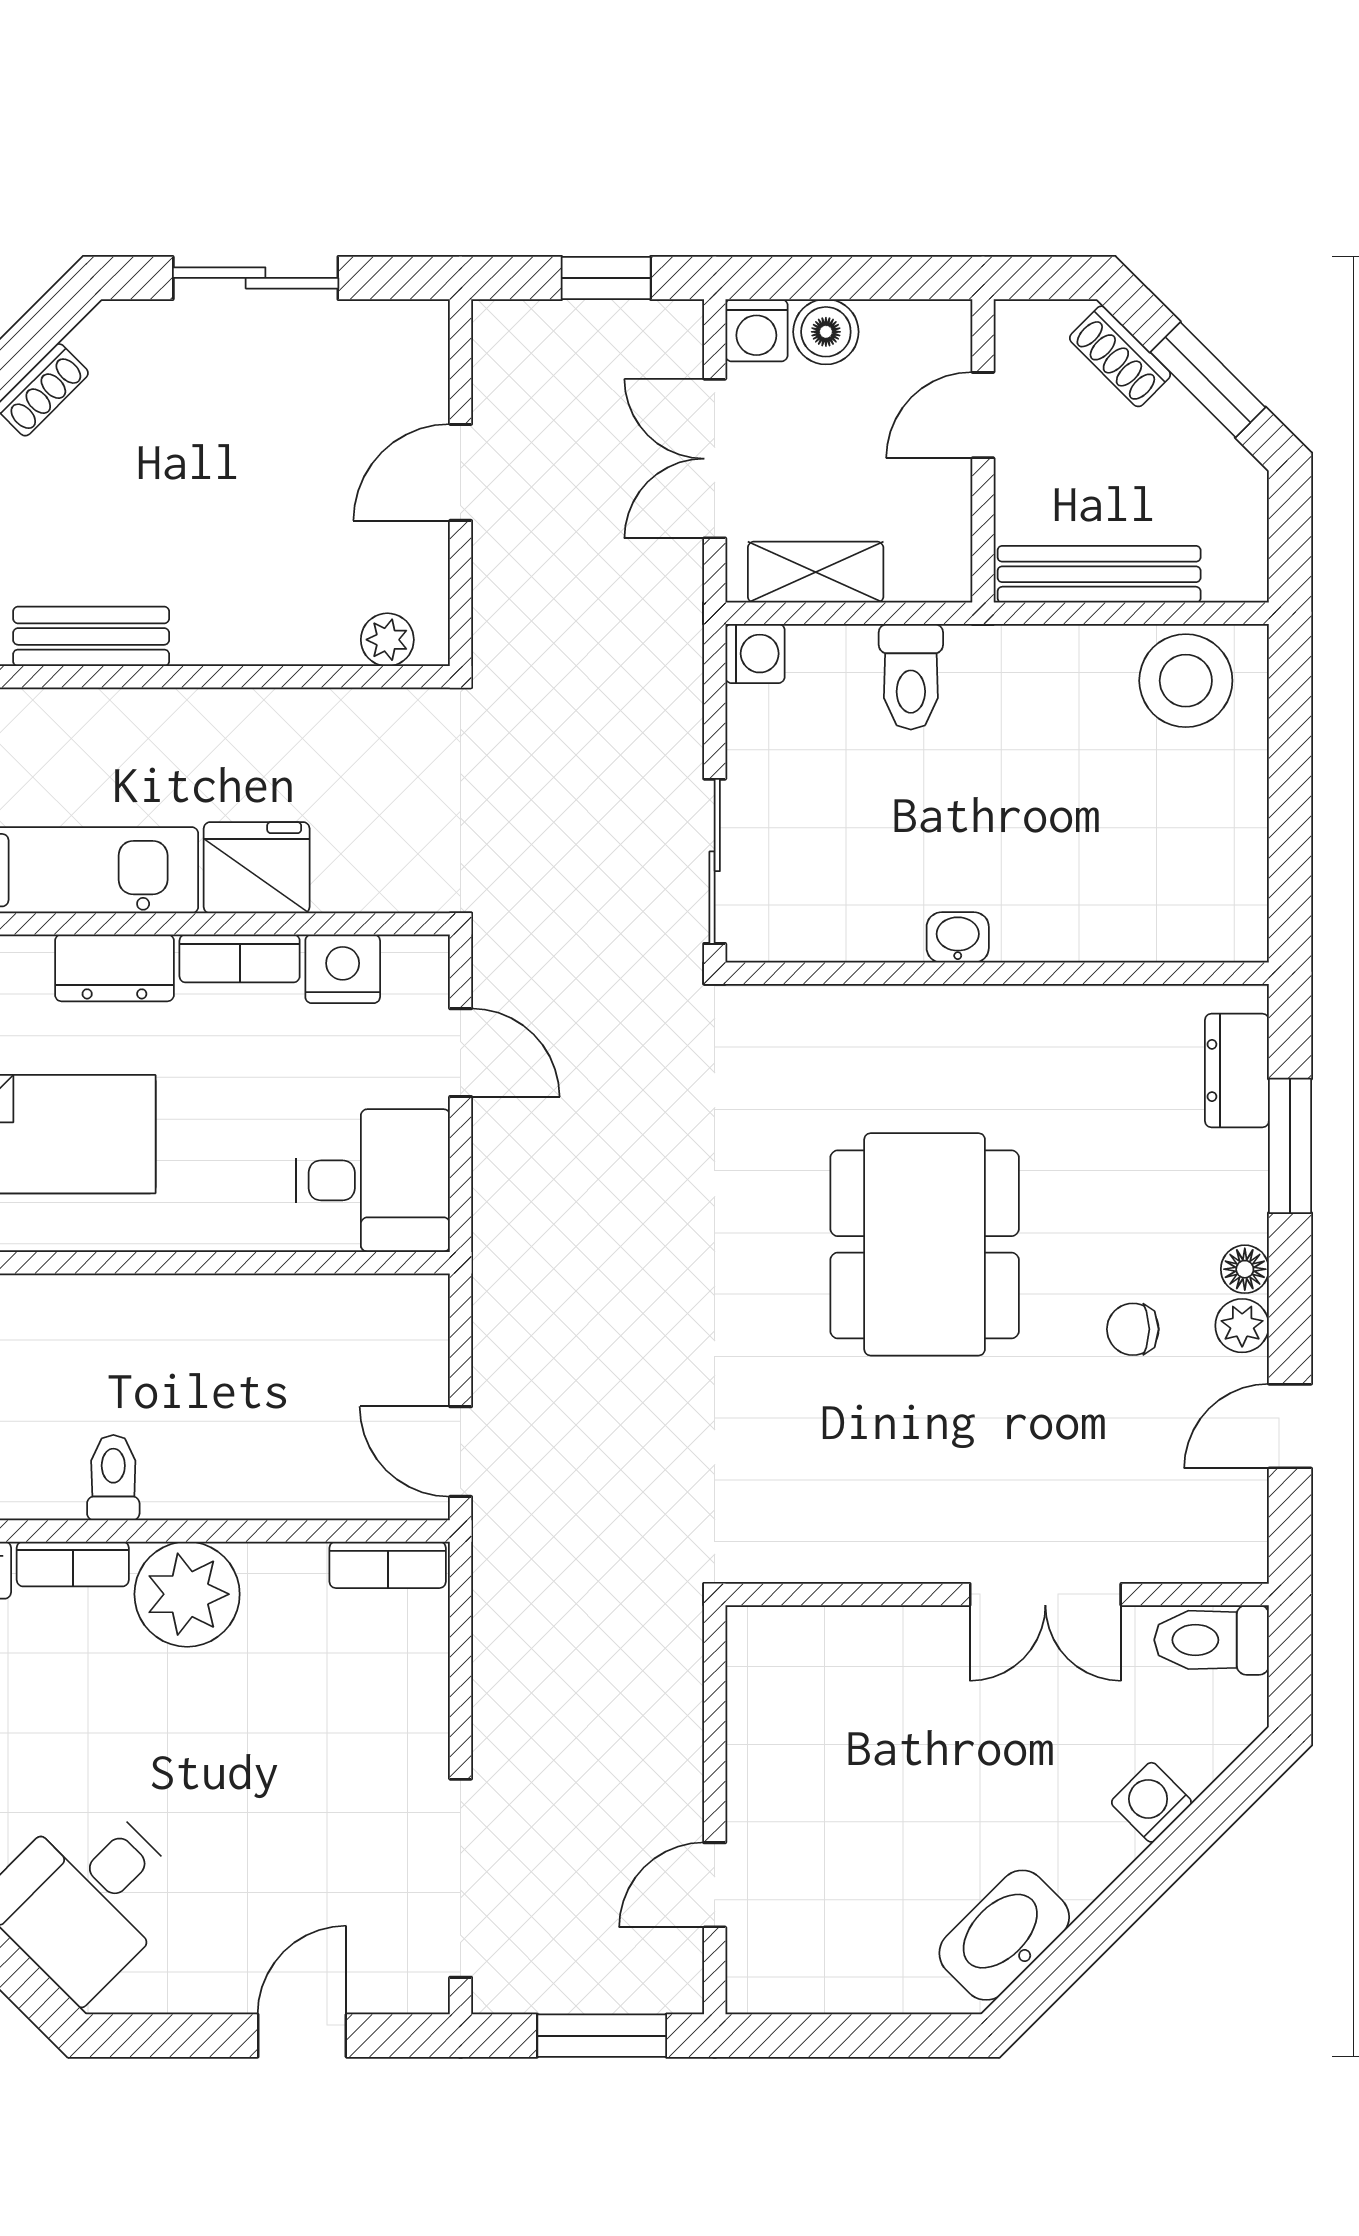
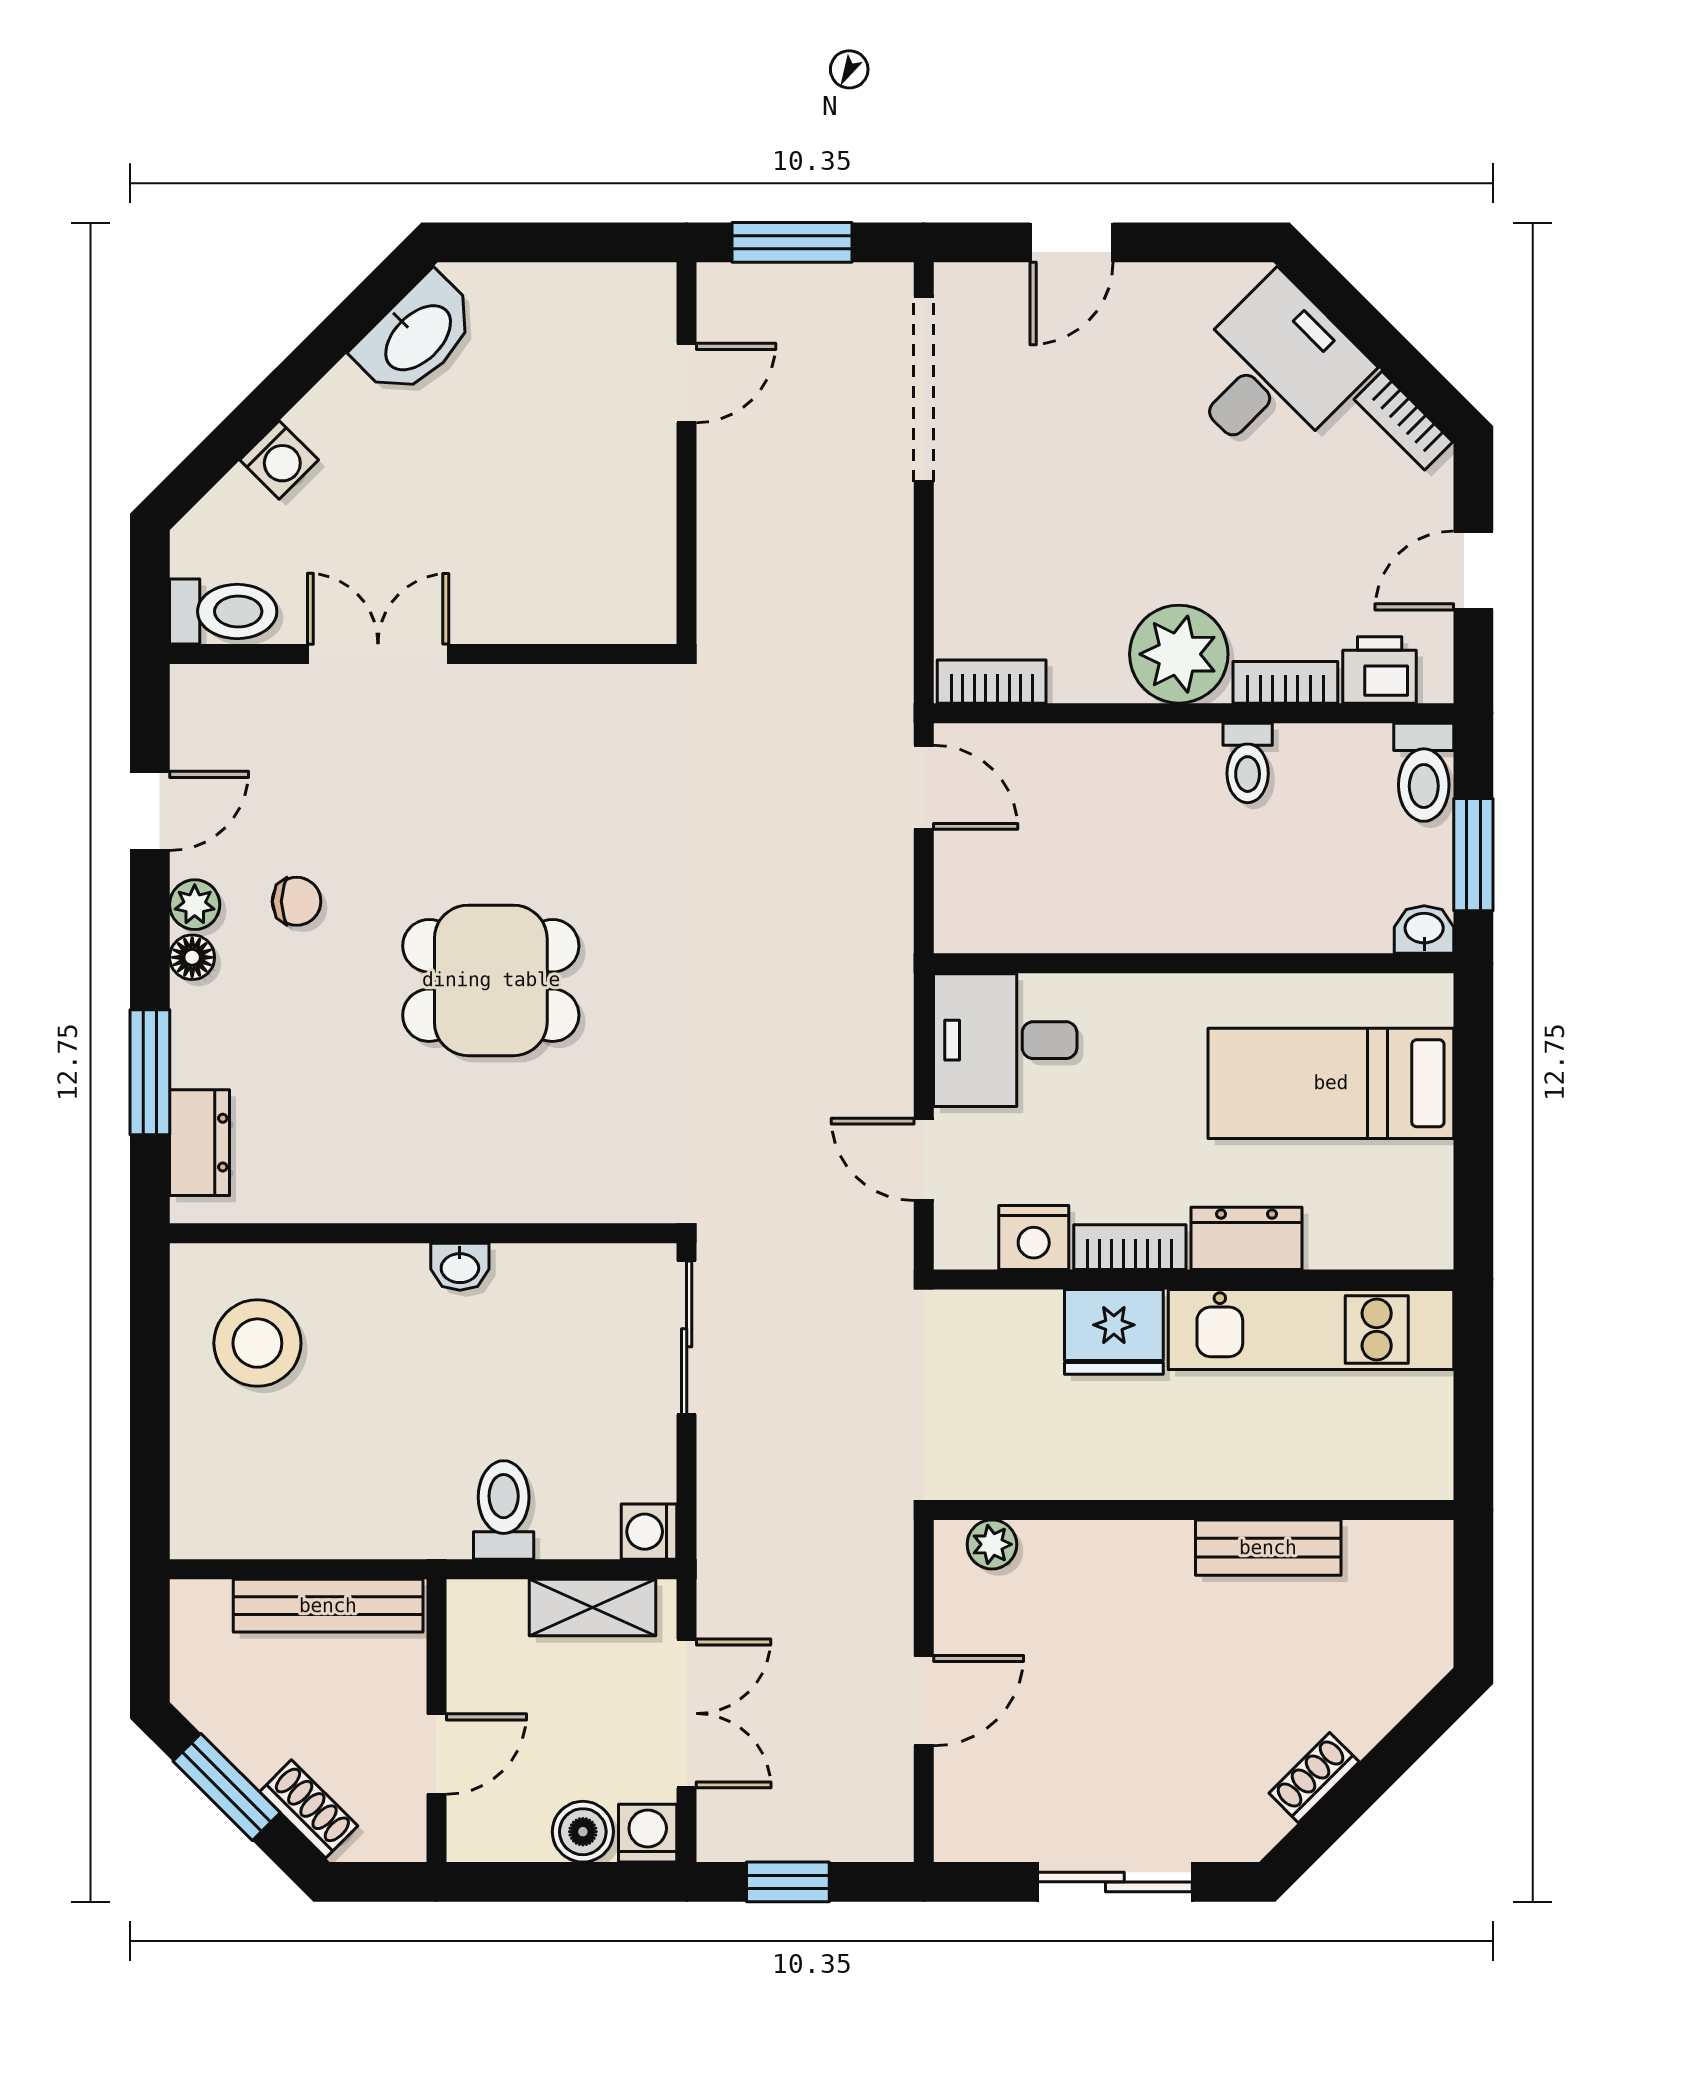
stool: (1186, 681) -> (257, 1343), moved
dining table: (925, 1244) -> (491, 980), width x0.73

